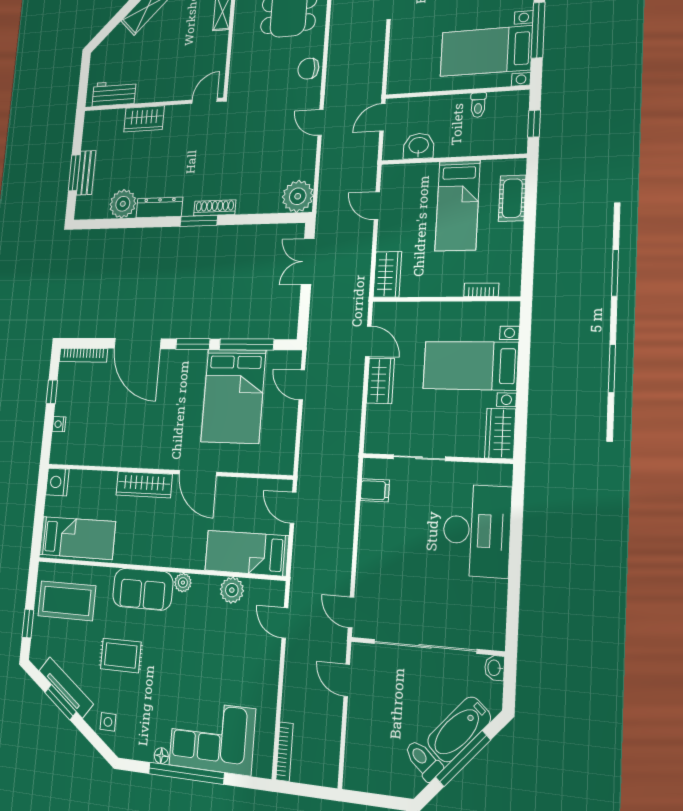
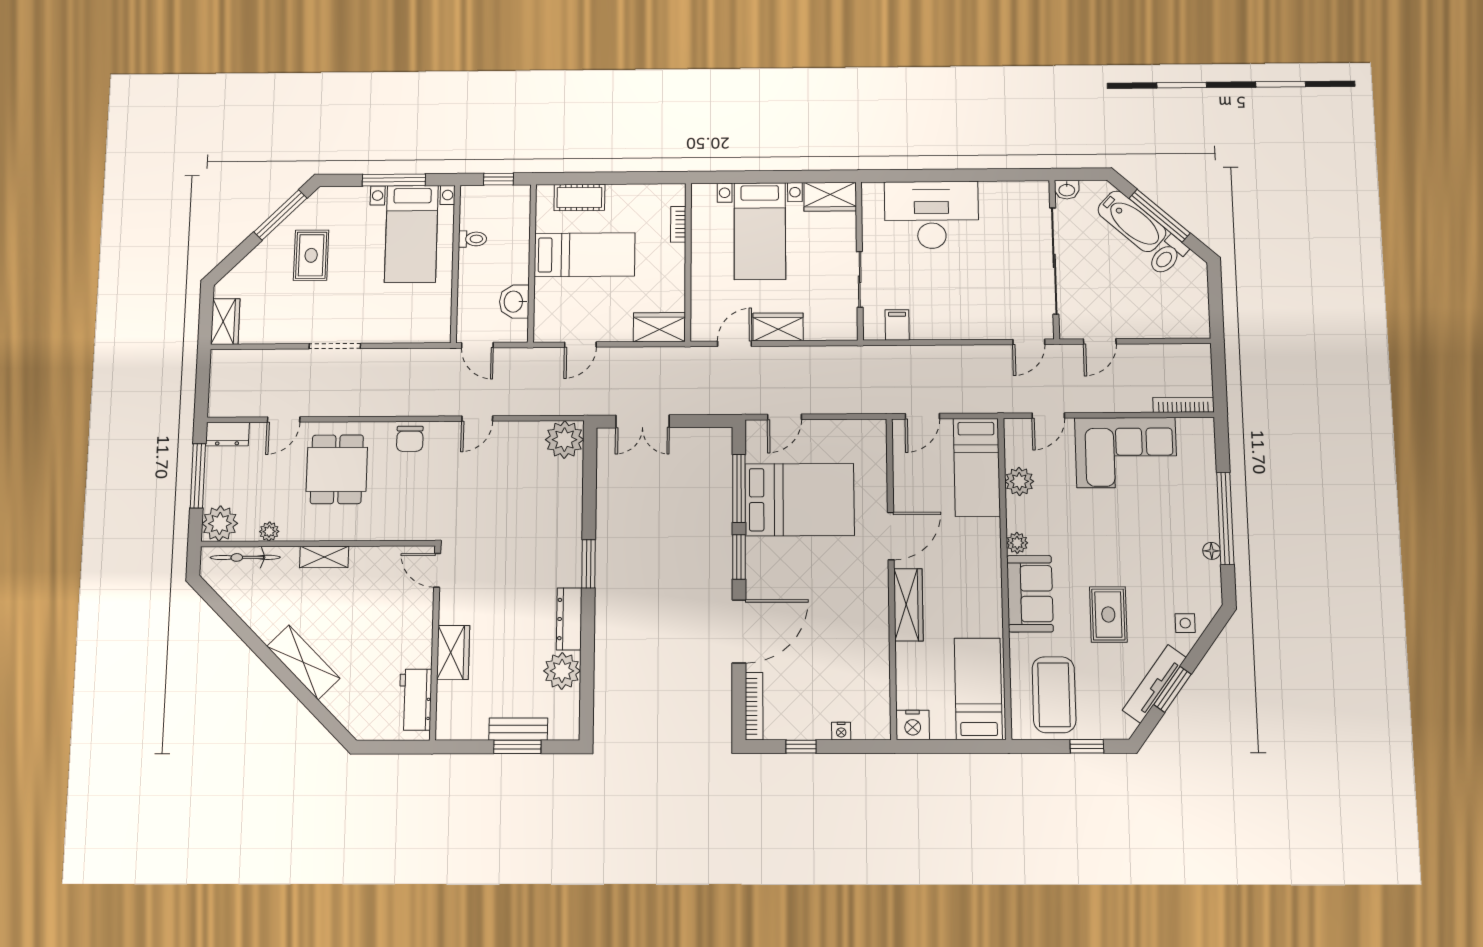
shoe rack: (215, 208) -> (573, 544), removed
corner sofa: (212, 737) -> (1126, 453), moved, turned -90

